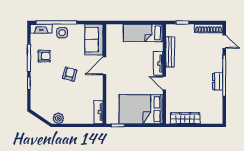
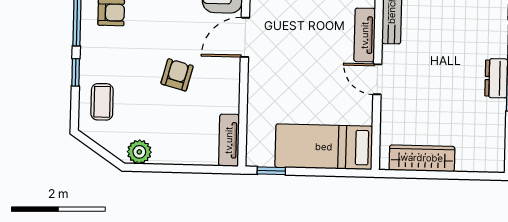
armchair: (70, 74) -> (177, 75), moved
coffee table: (41, 96) -> (102, 102), added
bed: (141, 109) -> (324, 147), width x0.67

